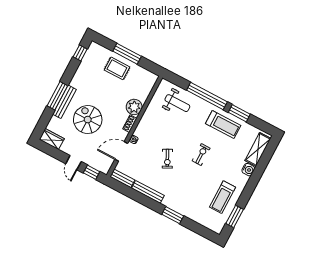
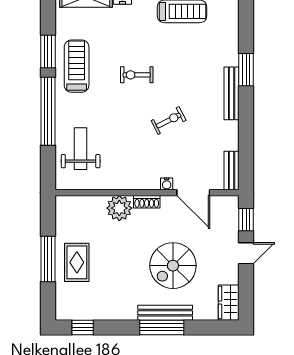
bench: (148, 192) -> (232, 93), moved

